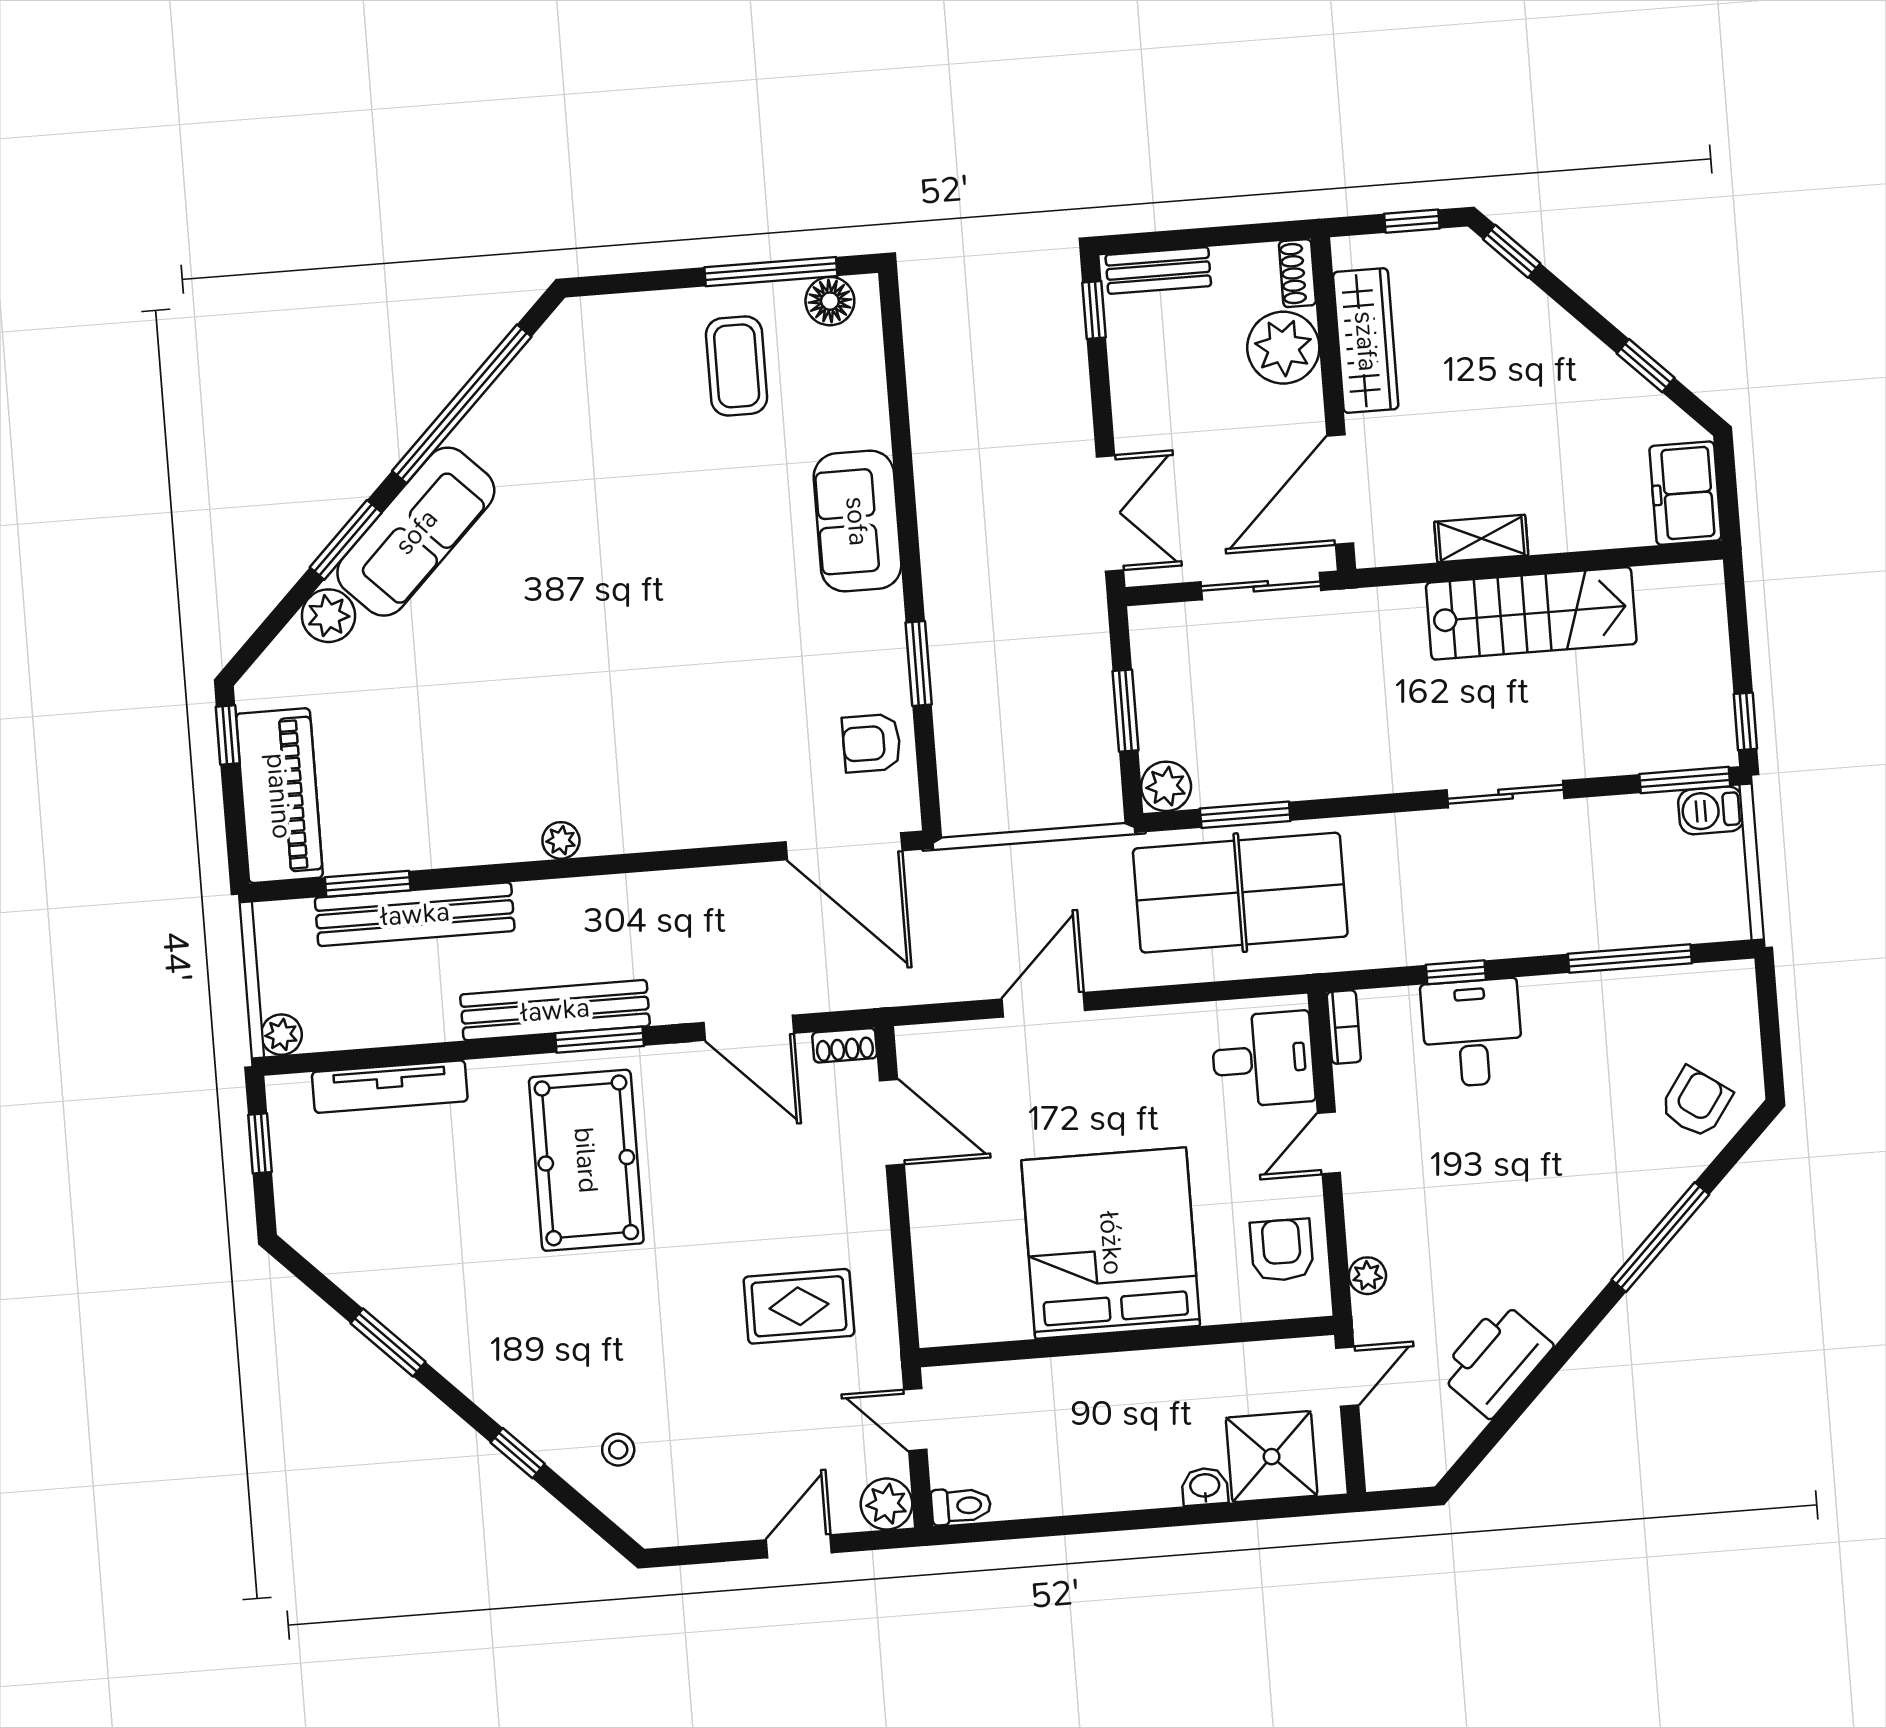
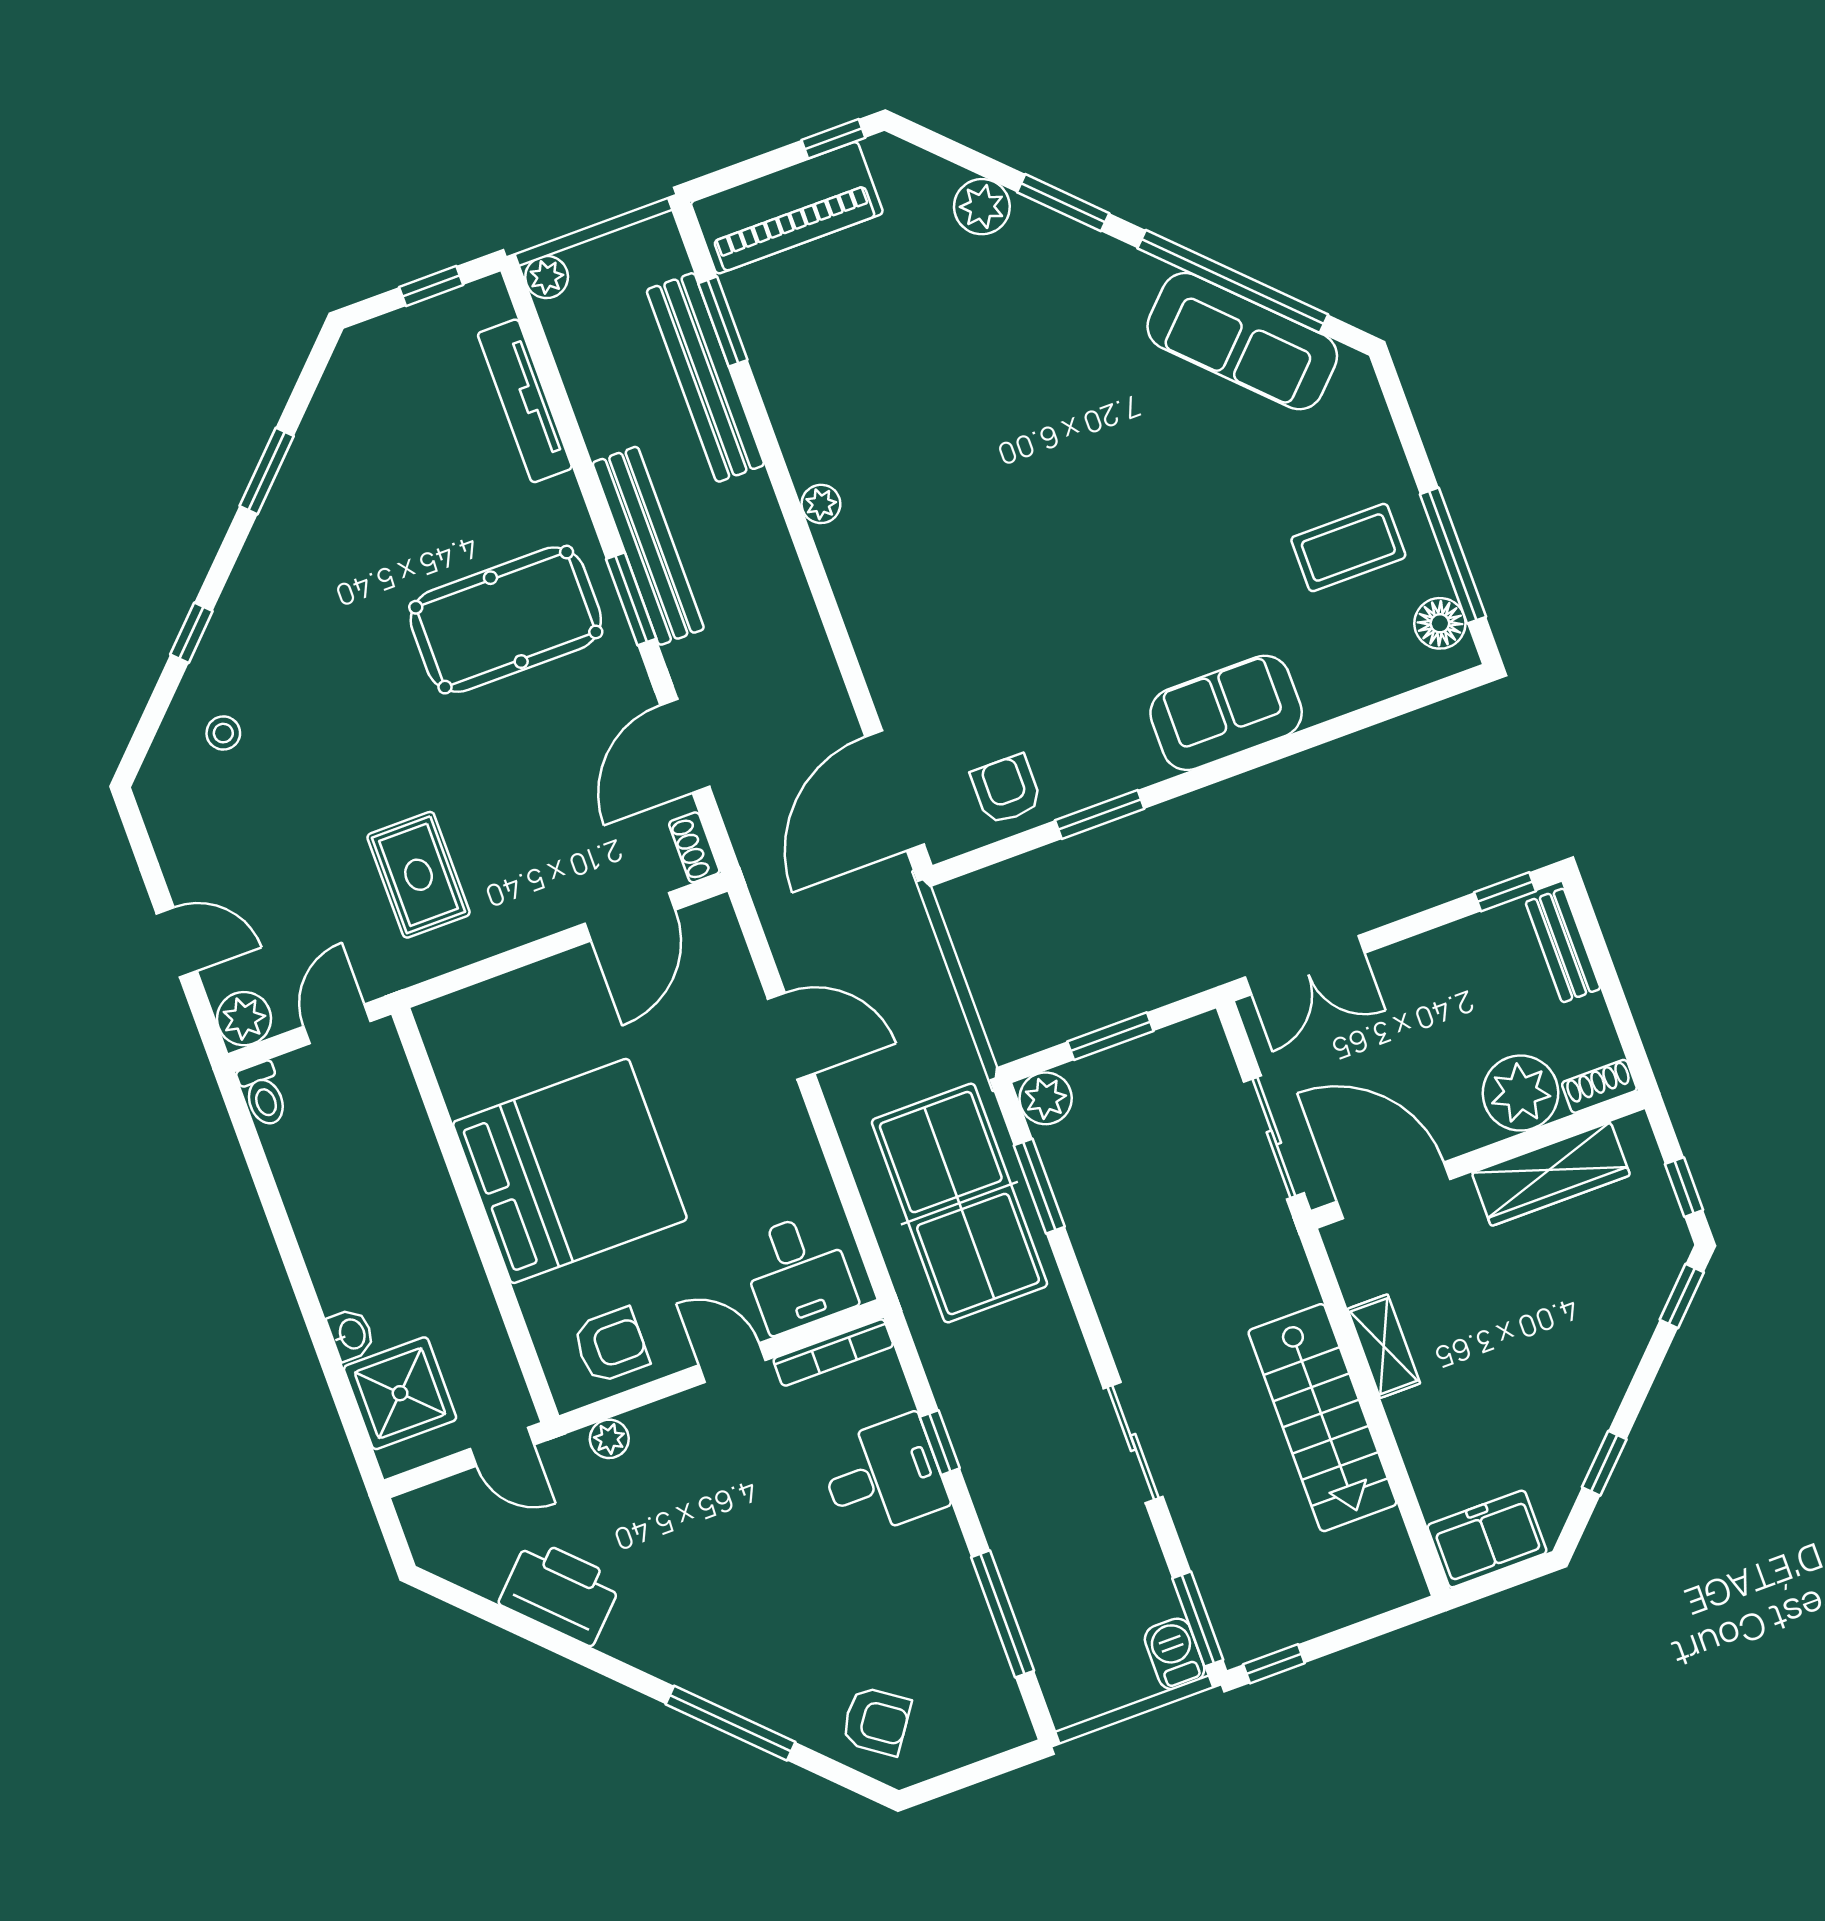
sofa: (416, 532) -> (1242, 341), moved
bookcase: (1344, 1027) -> (833, 1352), width x1.56

